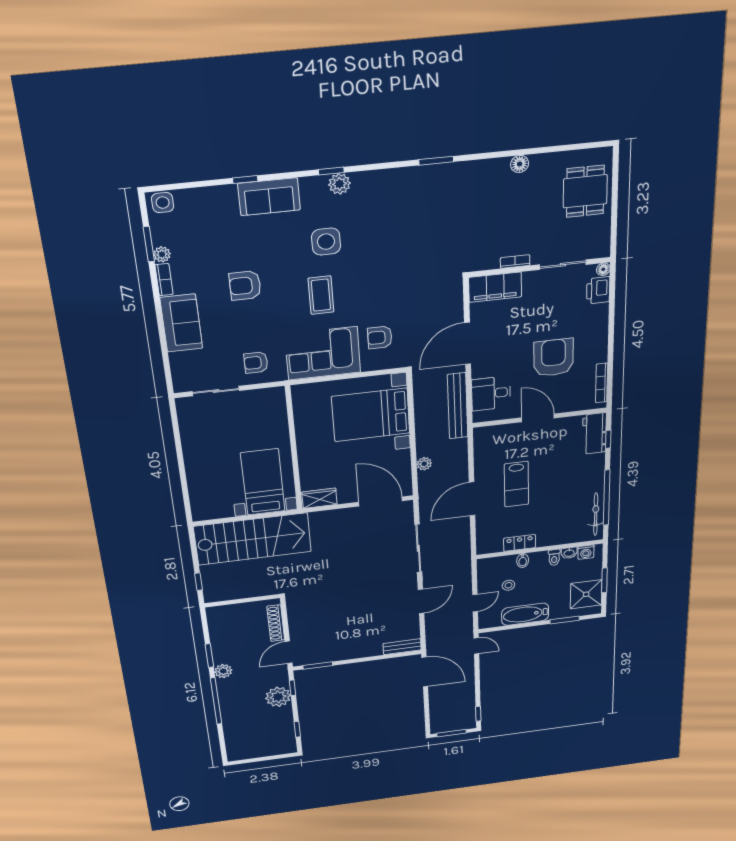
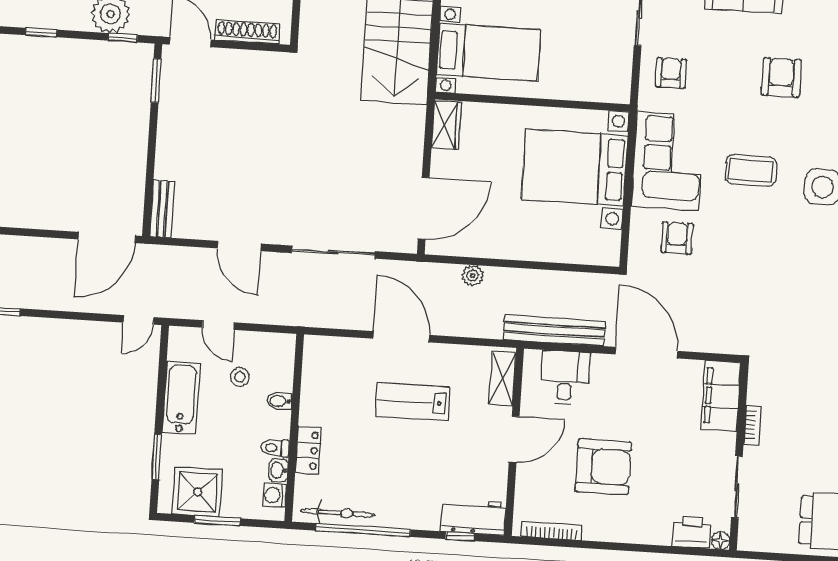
bed with nightstands: (371, 415) -> (575, 167), moved, turned -90
shelving: (496, 433) -> (502, 379), added
locker: (520, 543) -> (308, 450), moved

